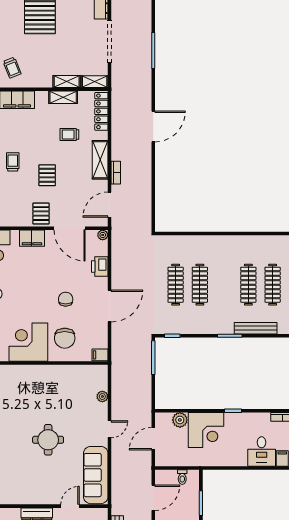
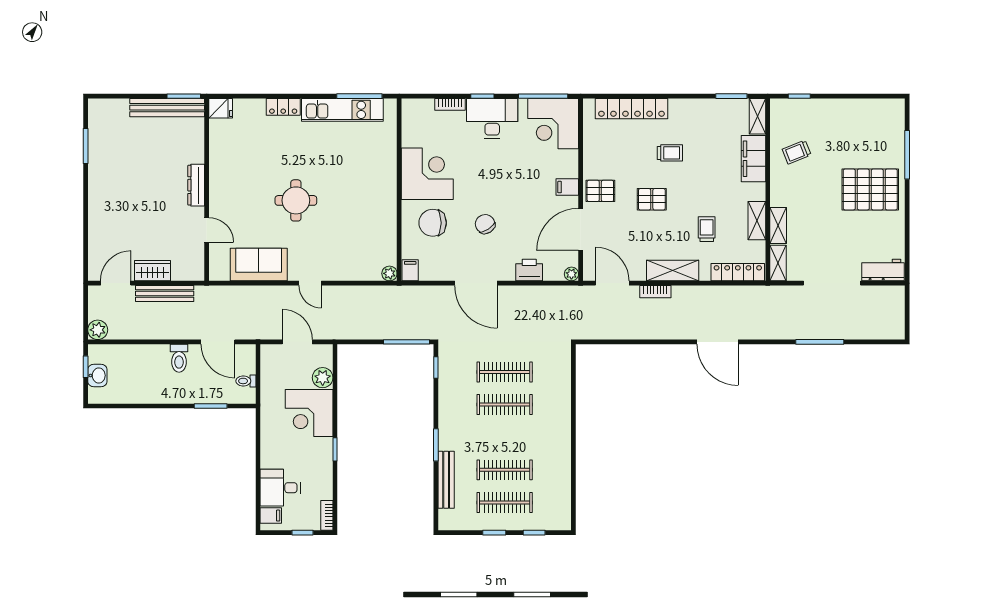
filing cabinet: (32, 238) -> (567, 187), width x0.50
chair: (66, 299) -> (485, 224), turned -123
plant: (102, 396) -> (389, 273), moved
sofa: (96, 475) -> (259, 265), width x0.73

